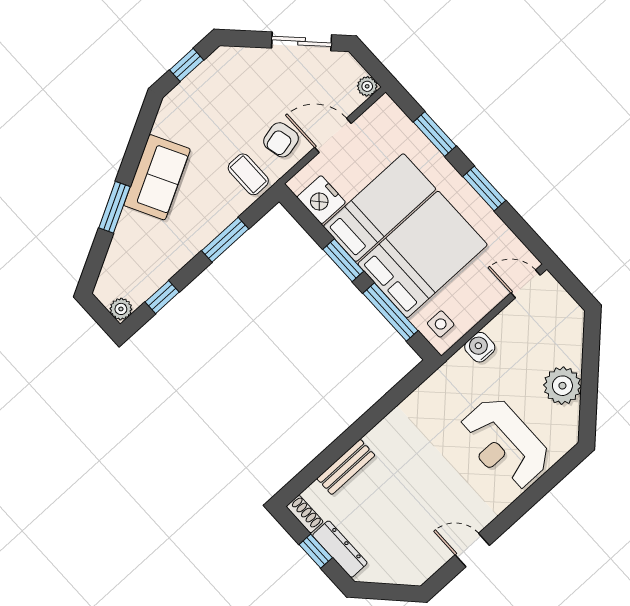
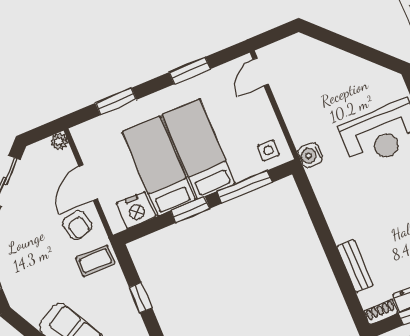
window: (484, 188) -> (190, 71), moved
window: (225, 240) -> (141, 298), width x0.67
bed: (423, 254) -> (199, 149), width x0.67
water cooler: (480, 347) -> (310, 155), moved
plant: (562, 386) -> (352, 71), removed

